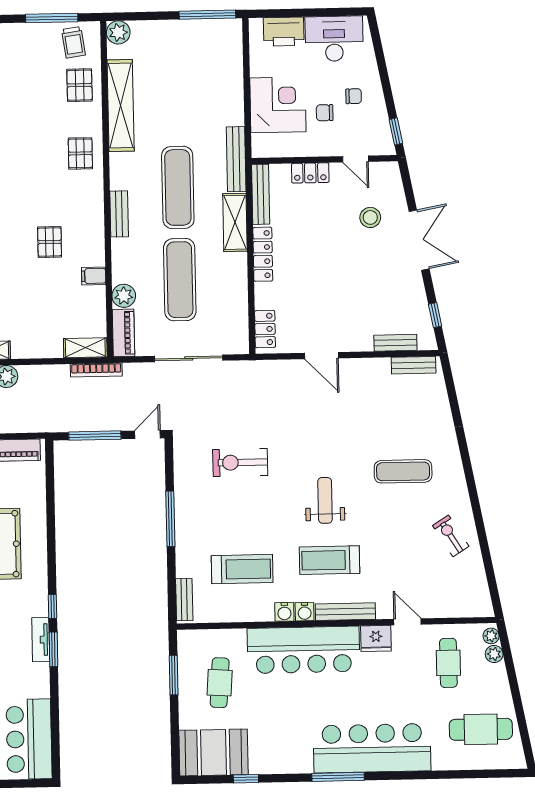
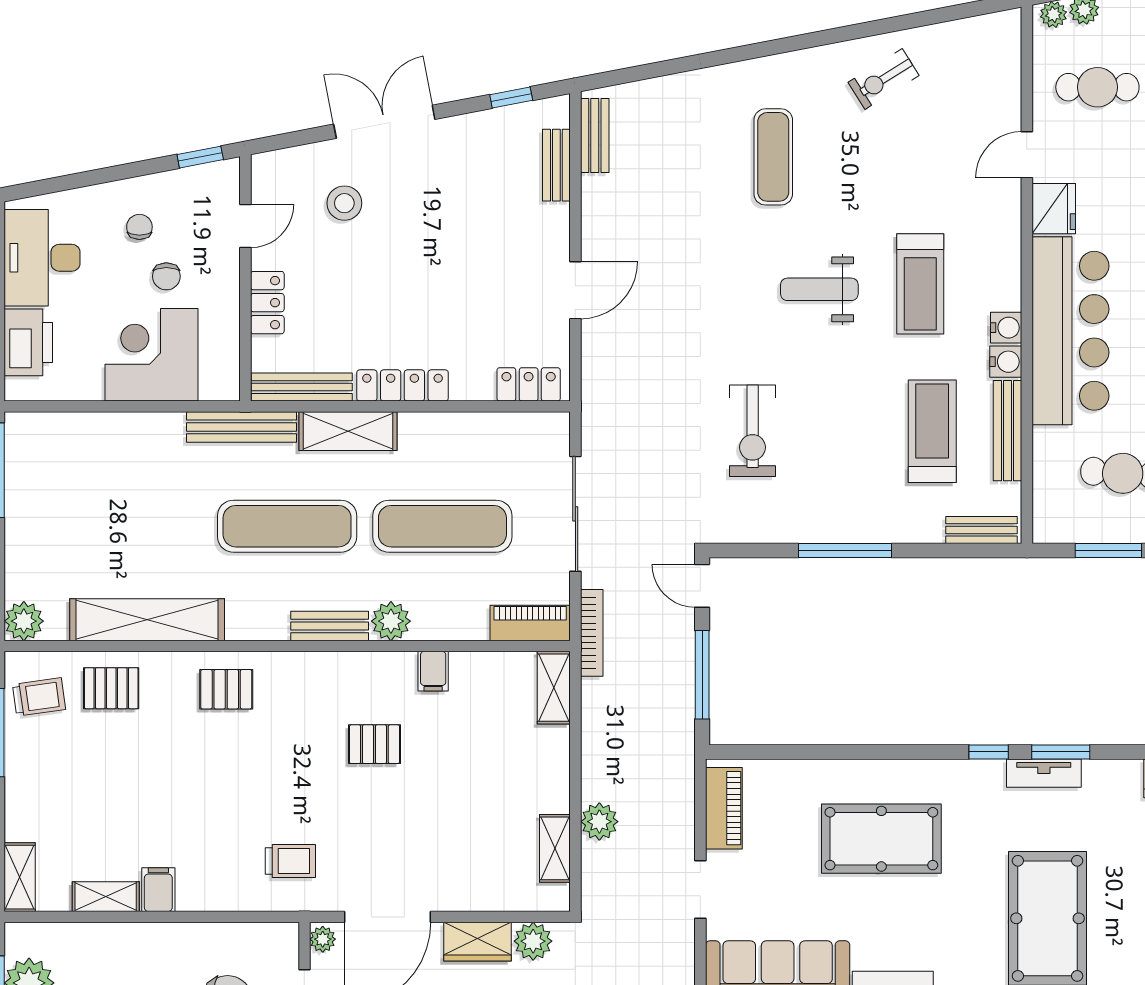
plant: (124, 296) -> (391, 621), moved
bookcase: (96, 370) -> (592, 633), moved
bench: (345, 612) -> (1008, 431), moved

